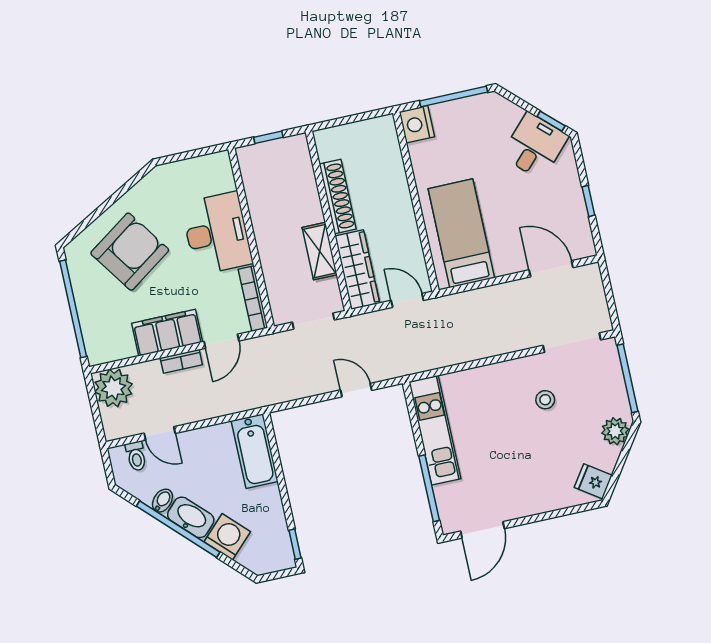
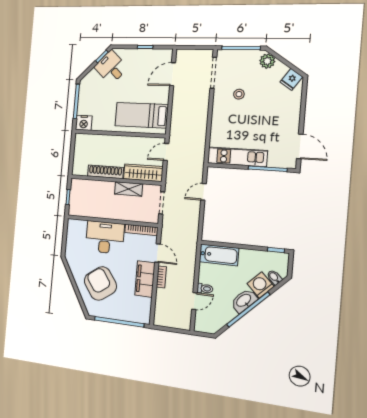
plant: (113, 388) -> (164, 316), removed
toilet: (136, 456) -> (205, 289), moved
bidet: (162, 501) -> (274, 277), moved

